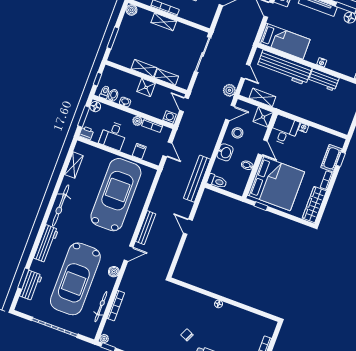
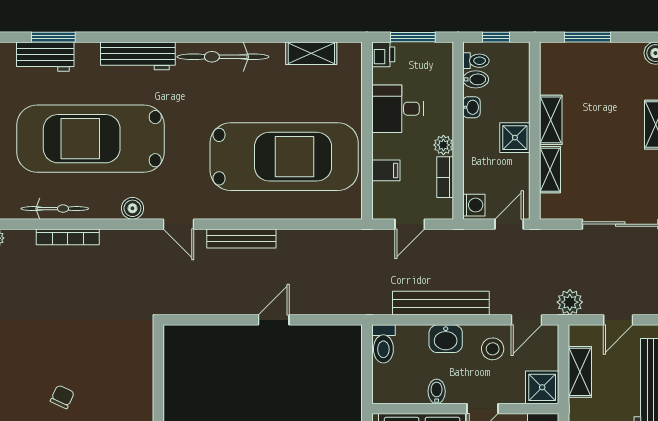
floor lamp: (95, 107) -> (441, 53), removed
door: (230, 113) -> (526, 320), hinge flipped
bench: (197, 179) -> (441, 303), moved

